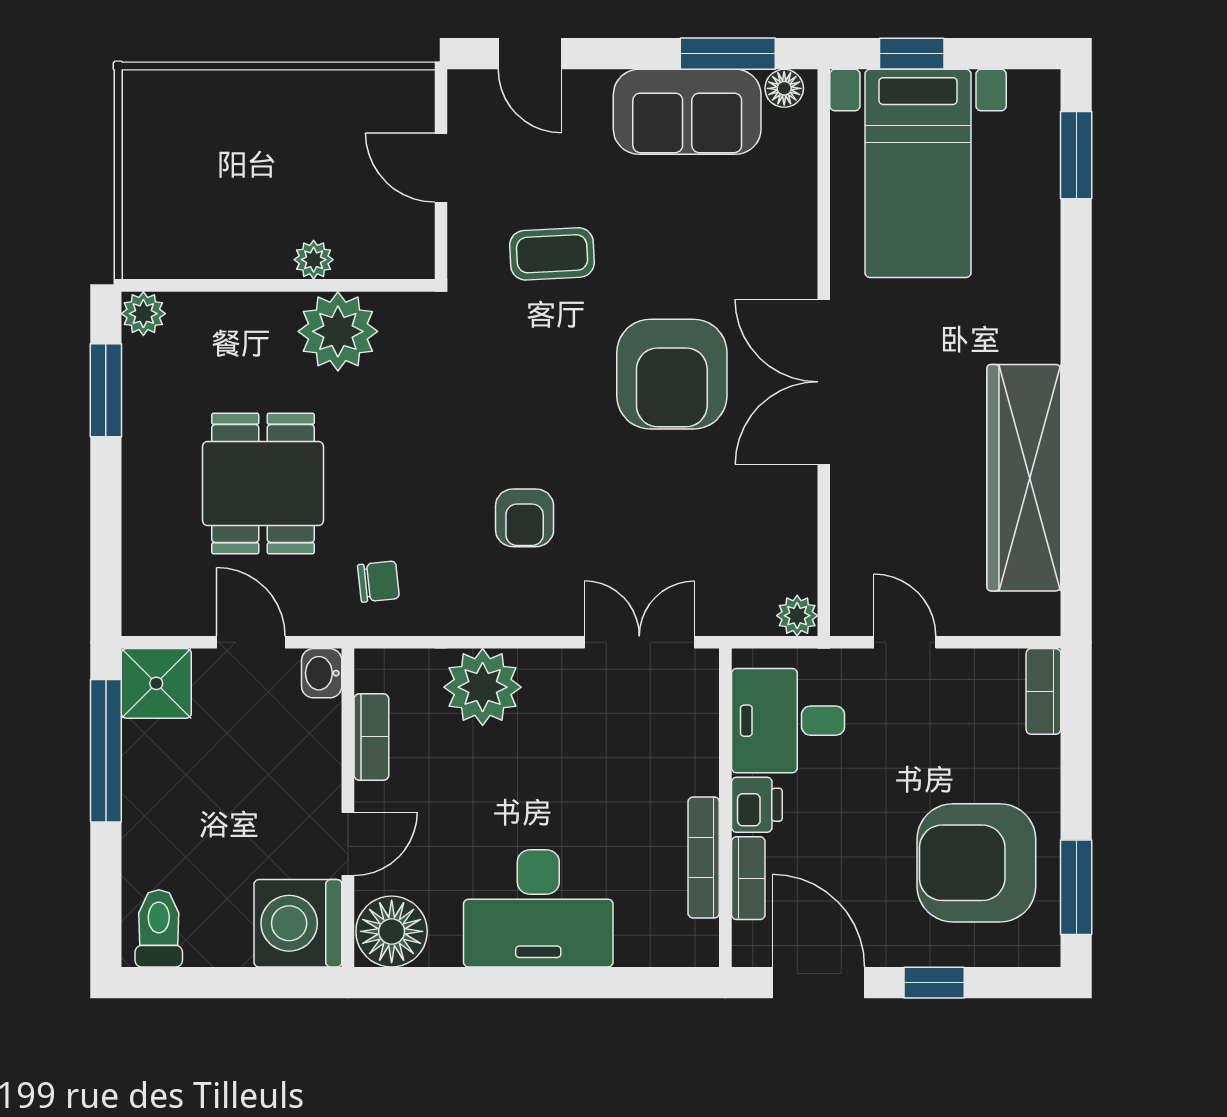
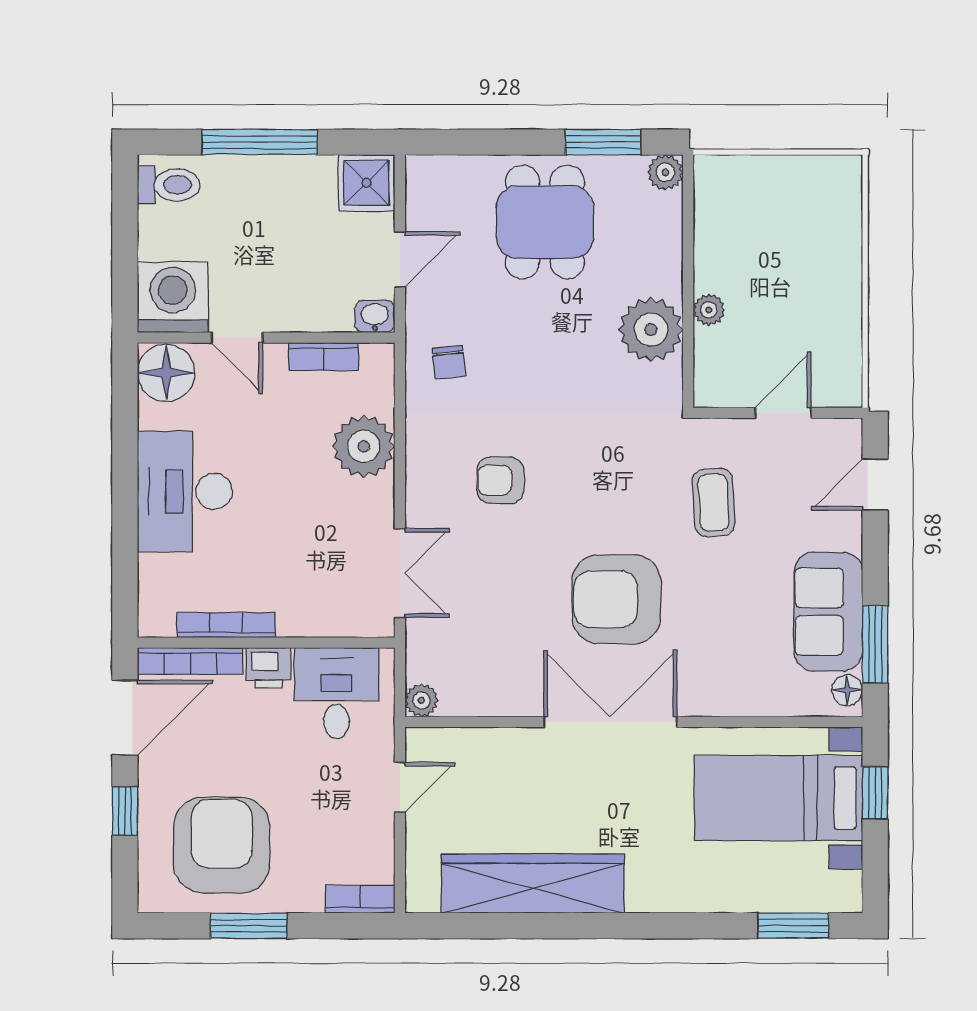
dining table: (263, 484) -> (545, 222), moved, turned 90
window: (106, 751) -> (259, 142), moved
bookcase: (748, 878) -> (190, 661), width x1.56
window: (1076, 887) -> (249, 926), moved

